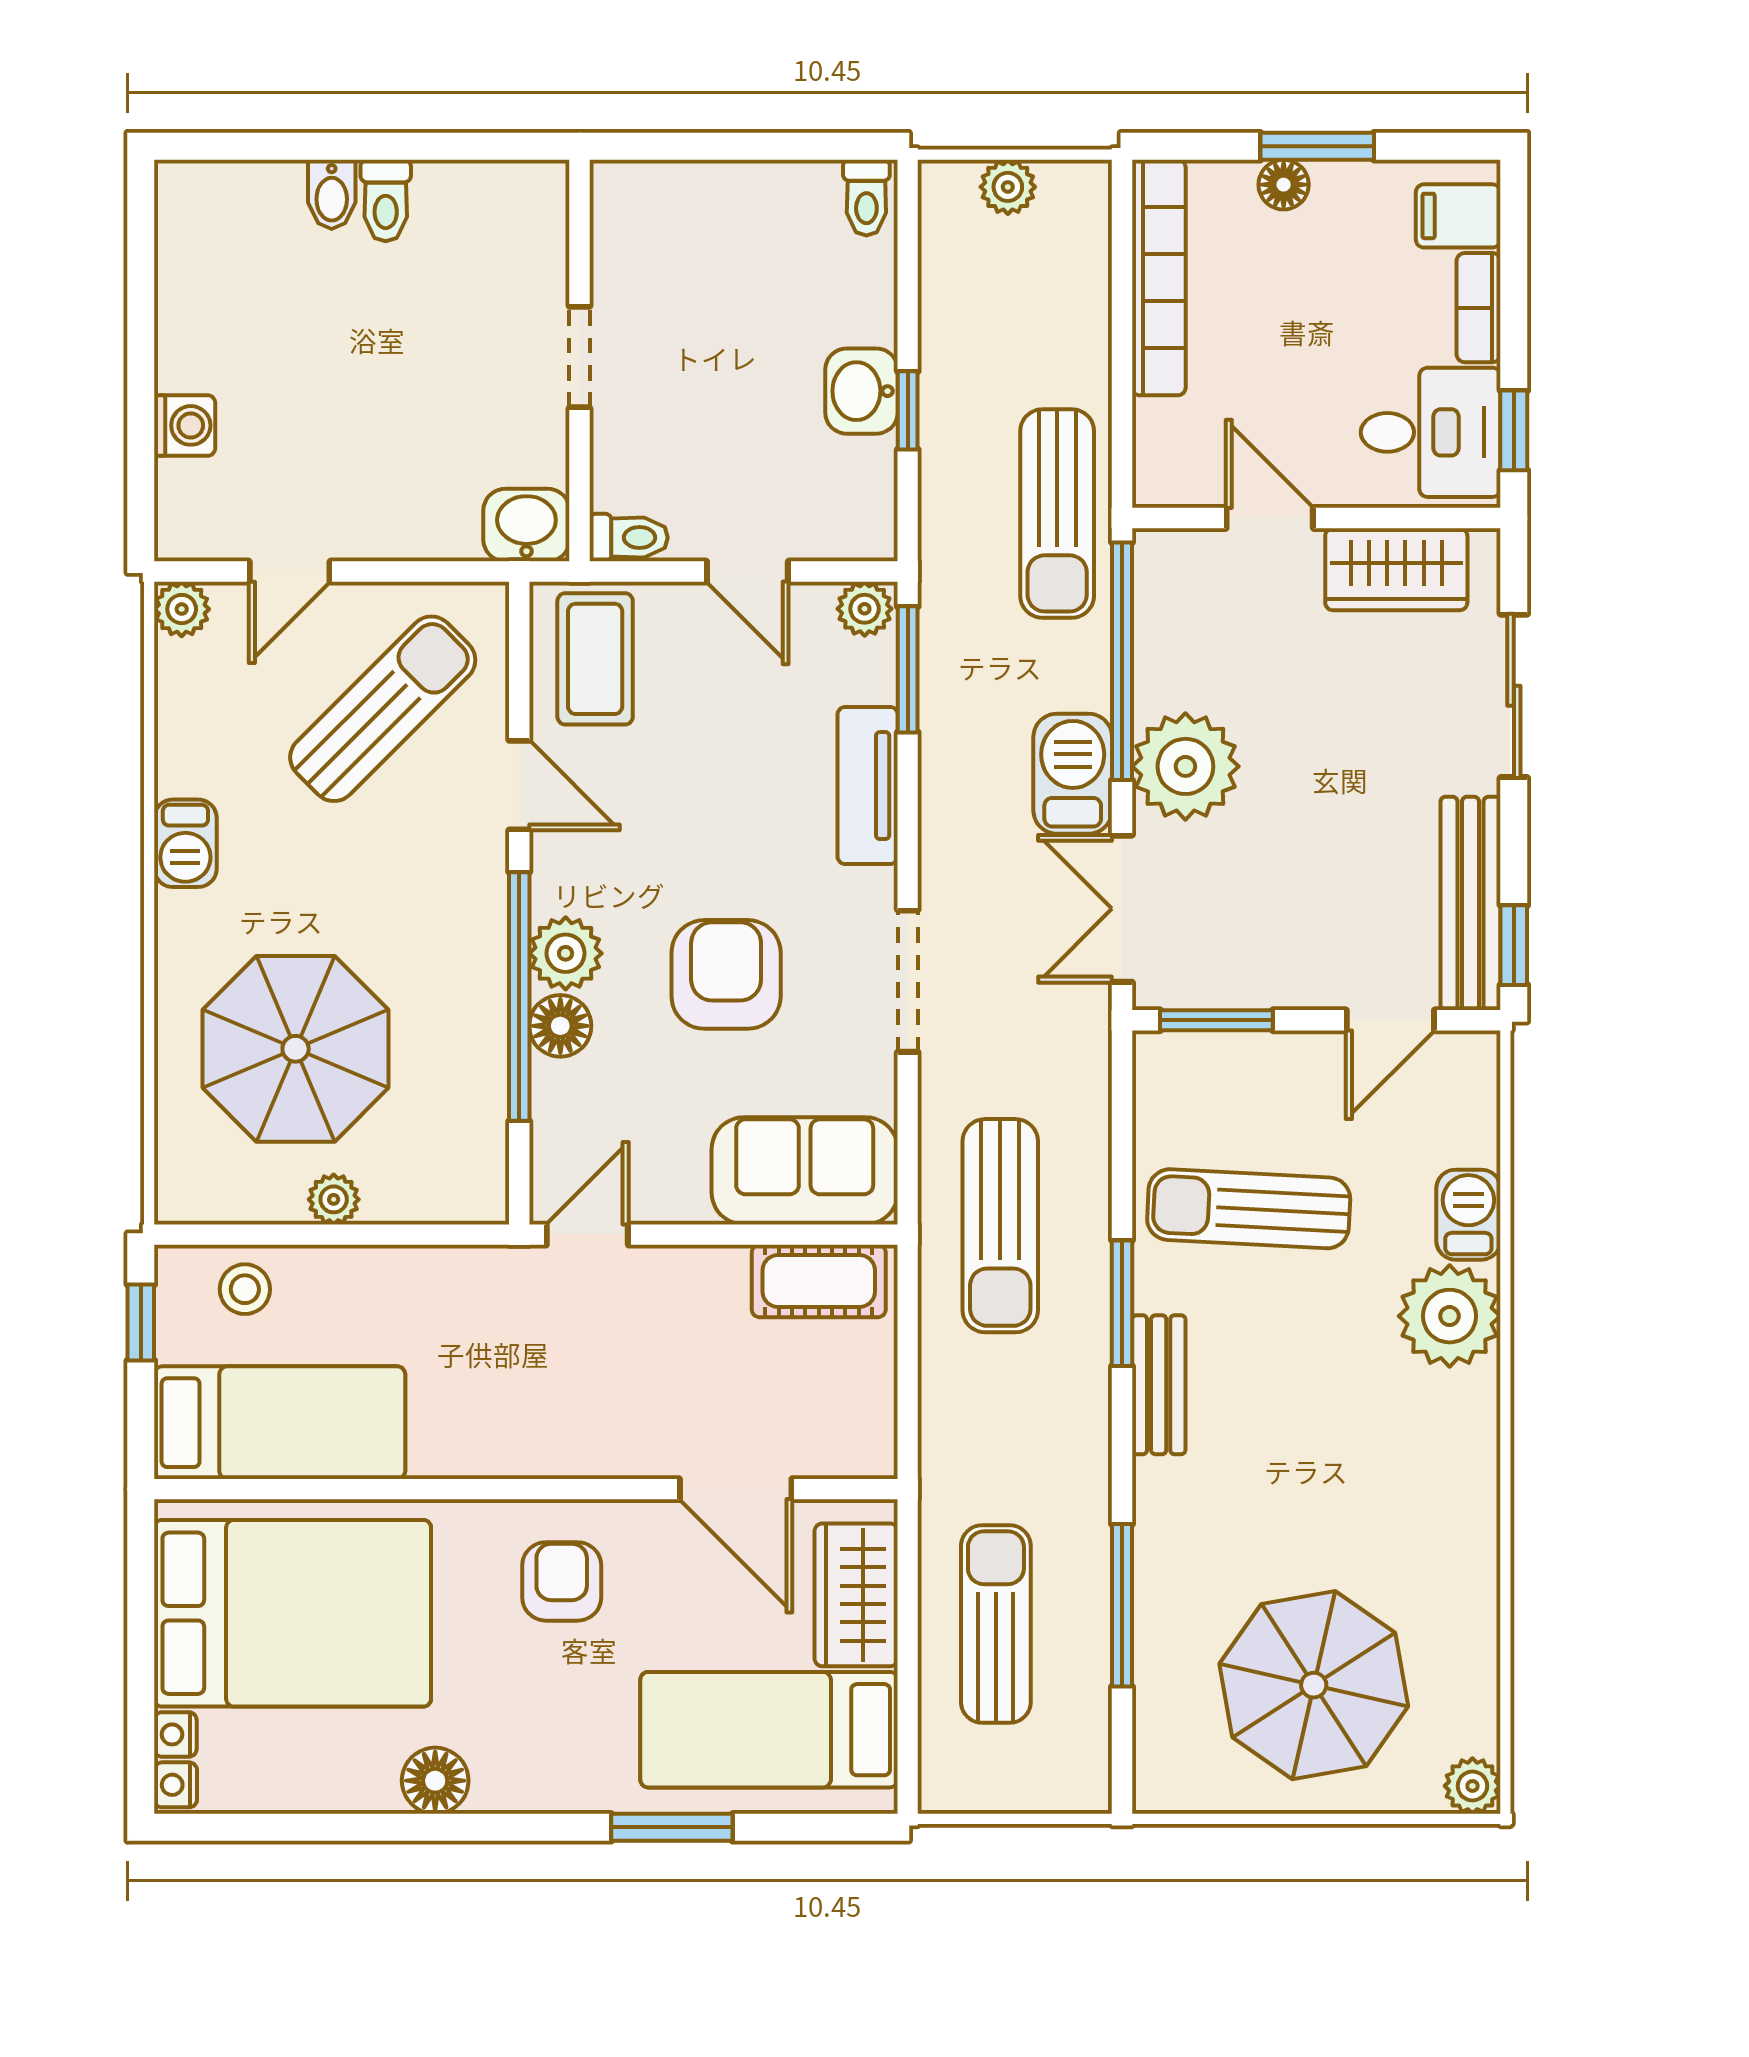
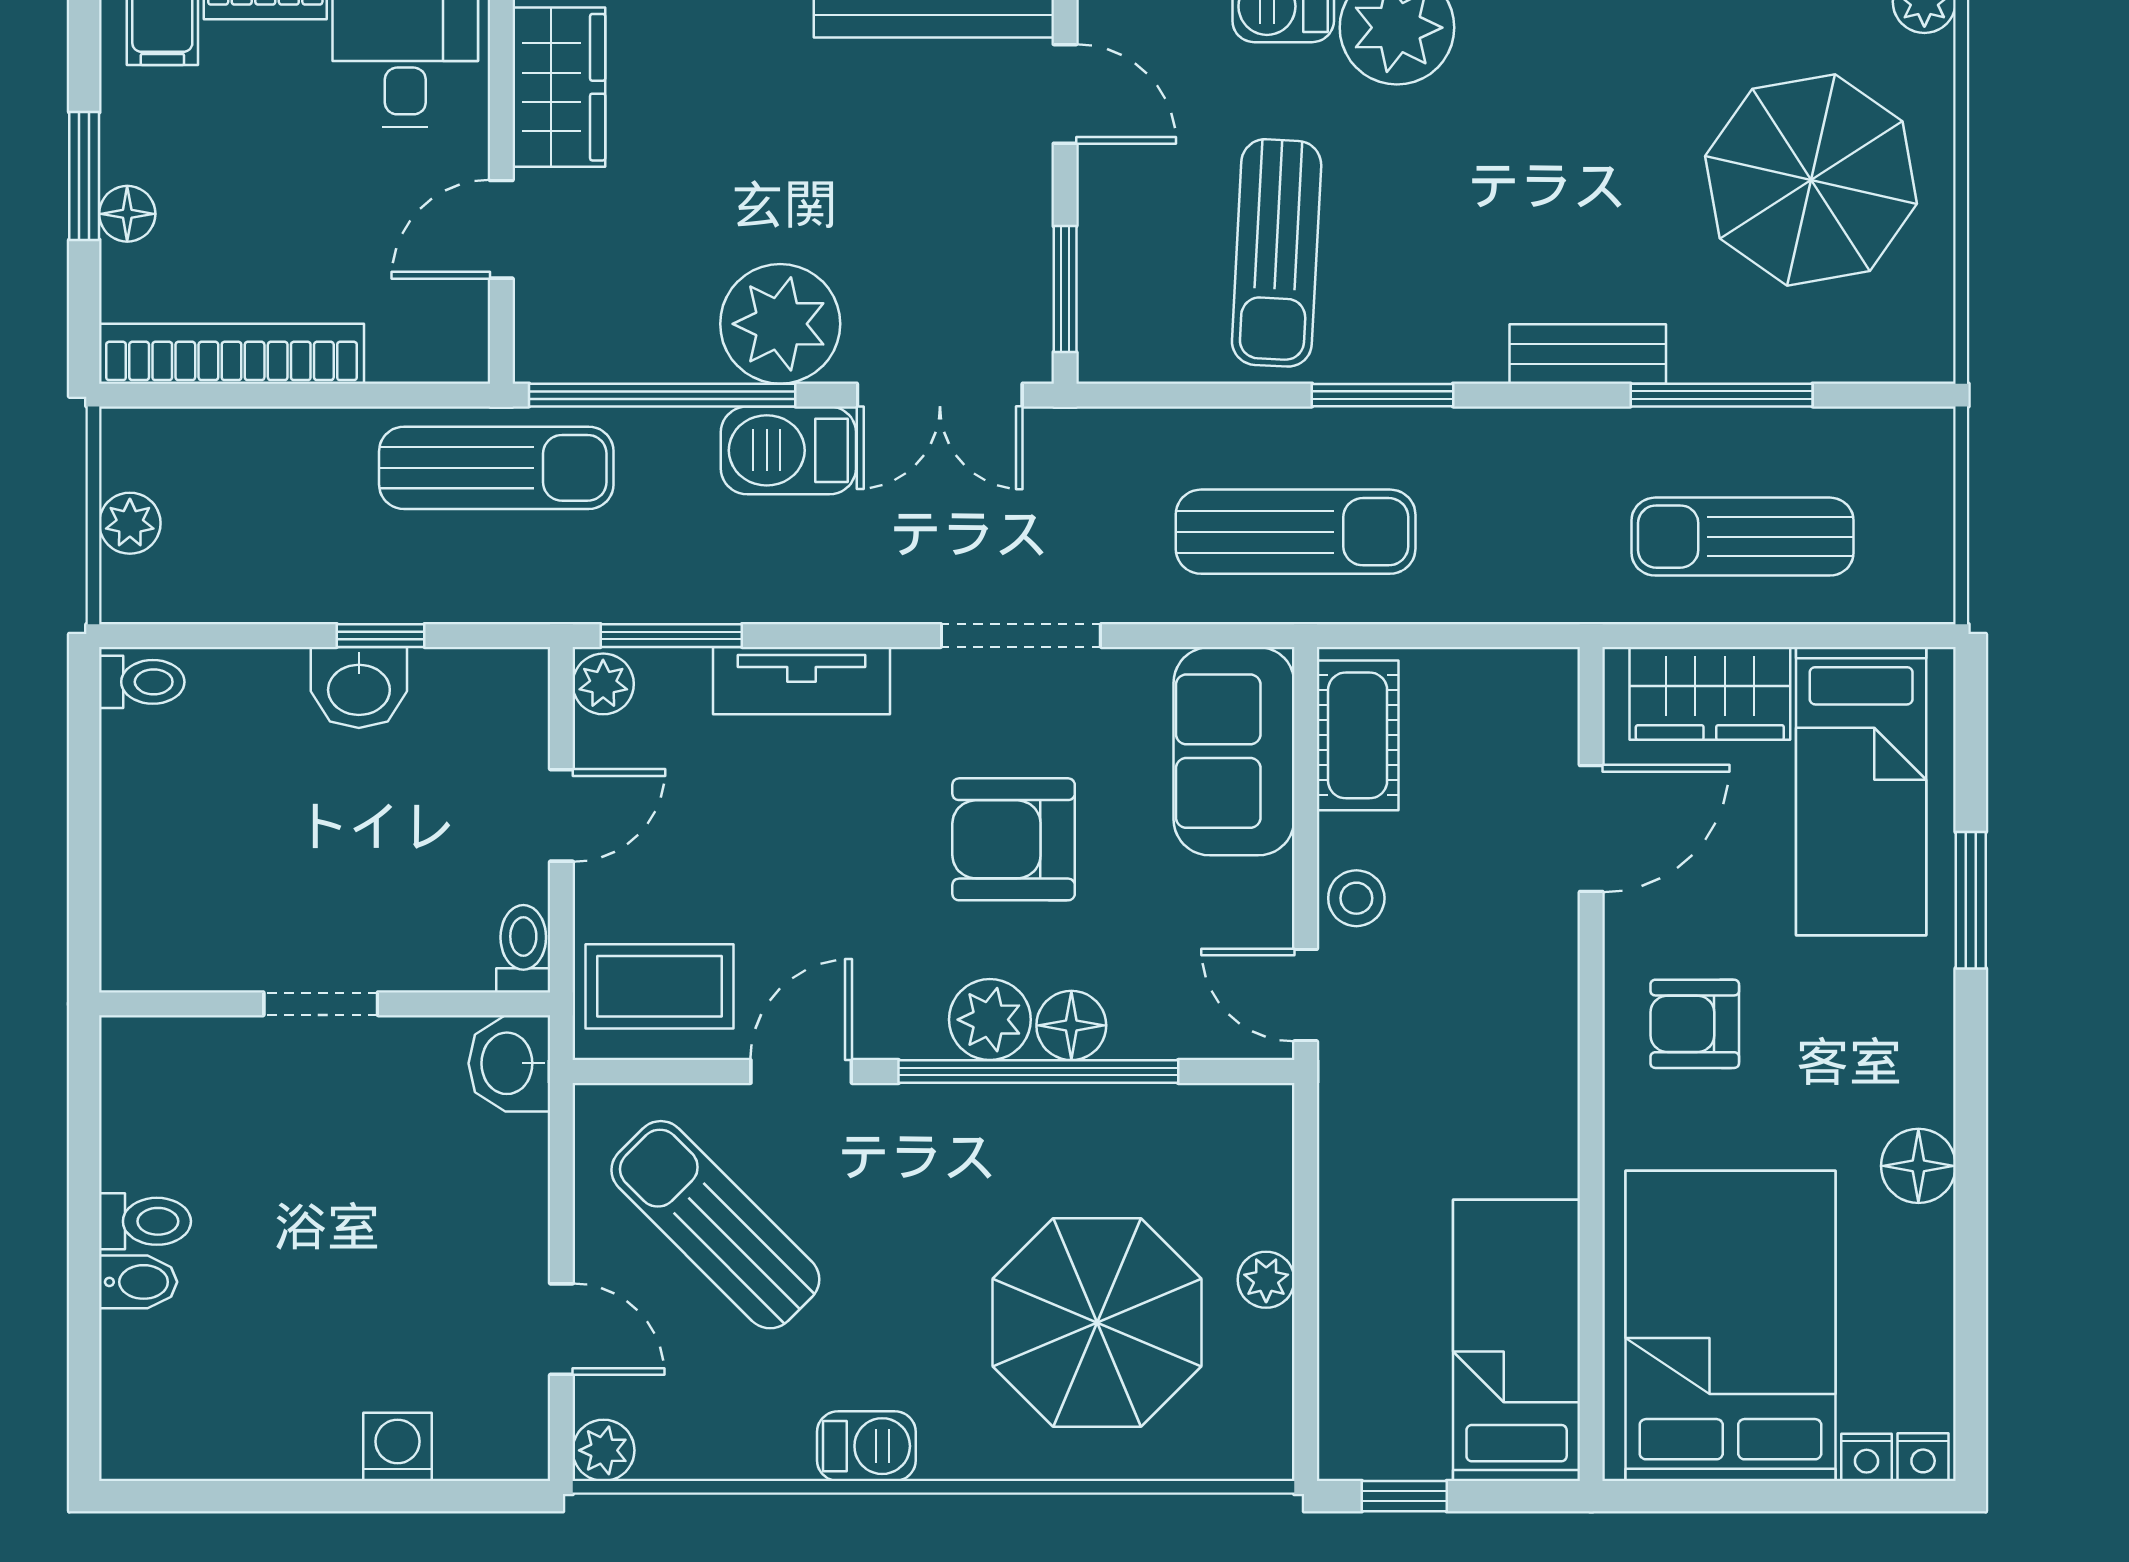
stool: (245, 1289) -> (1356, 898), moved
bench: (1159, 1385) -> (1588, 354), moved

